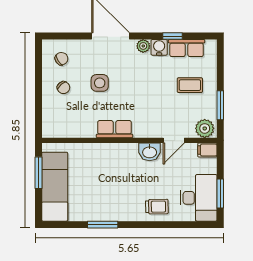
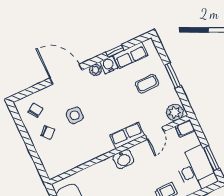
window: (220, 105) -> (173, 76), moved
row of seats: (114, 129) -> (127, 135), moved
washbasin: (150, 152) -> (123, 159), moved

